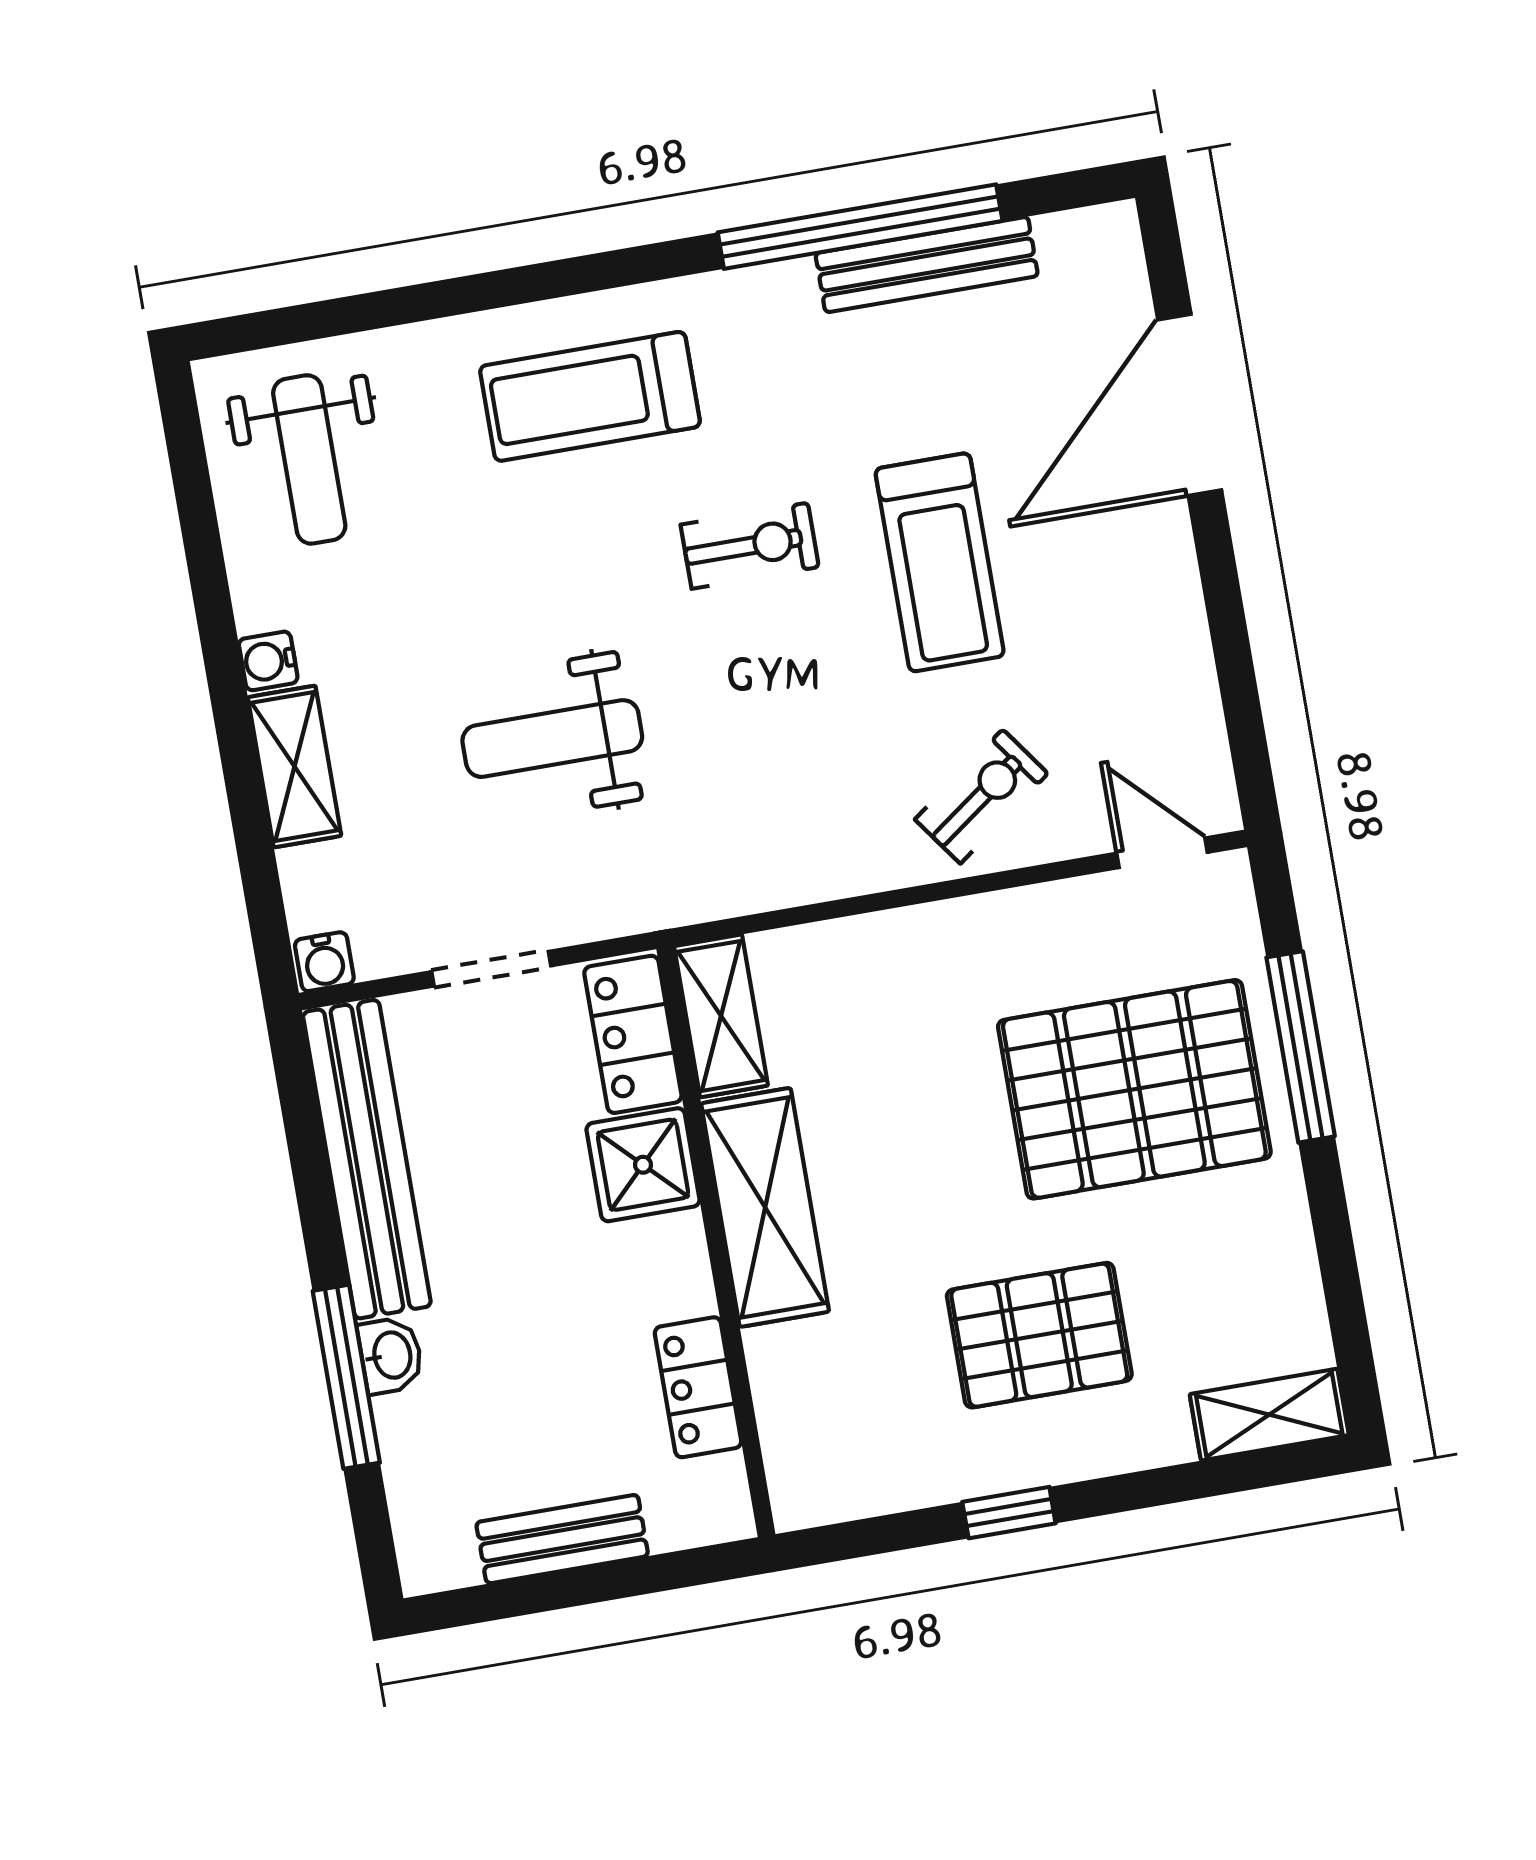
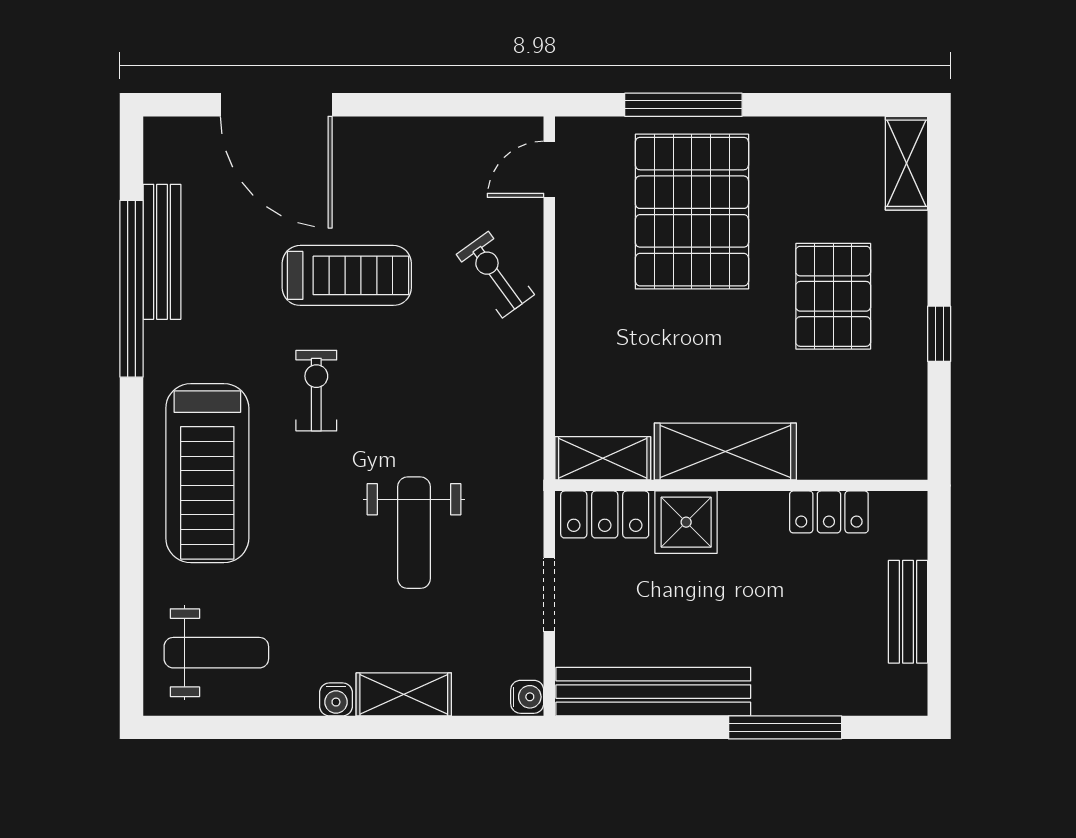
treadmill: (590, 396) -> (207, 473), width x1.37, depth x1.38
washbasin: (391, 1355) -> (777, 698), removed

